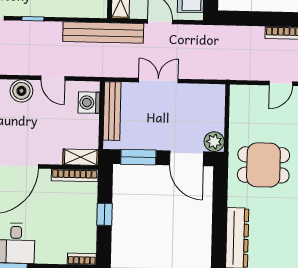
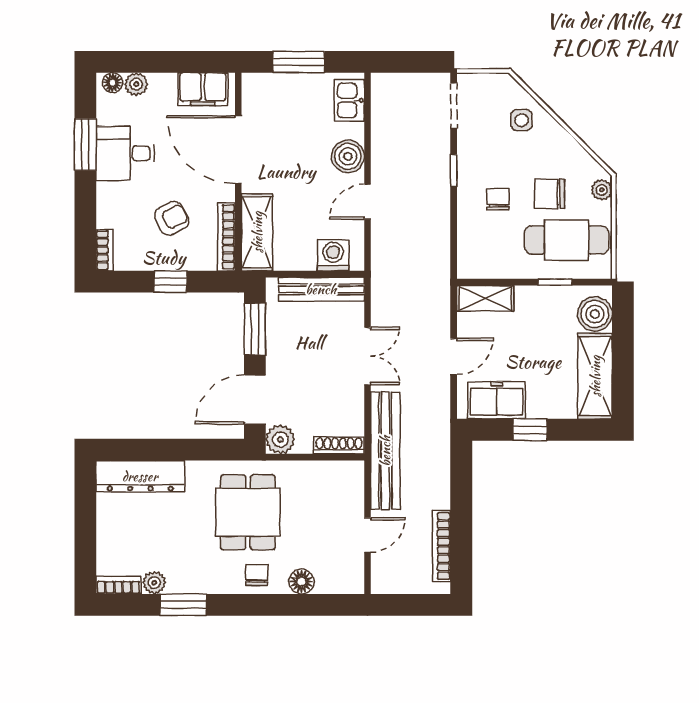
bench: (103, 33) -> (385, 451), moved
door: (281, 83) -> (368, 535), swing flipped
shoe rack: (219, 102) -> (339, 445), added
shelving: (81, 157) -> (257, 232), width x1.50, depth x1.33
armchair: (61, 213) -> (172, 218), added

